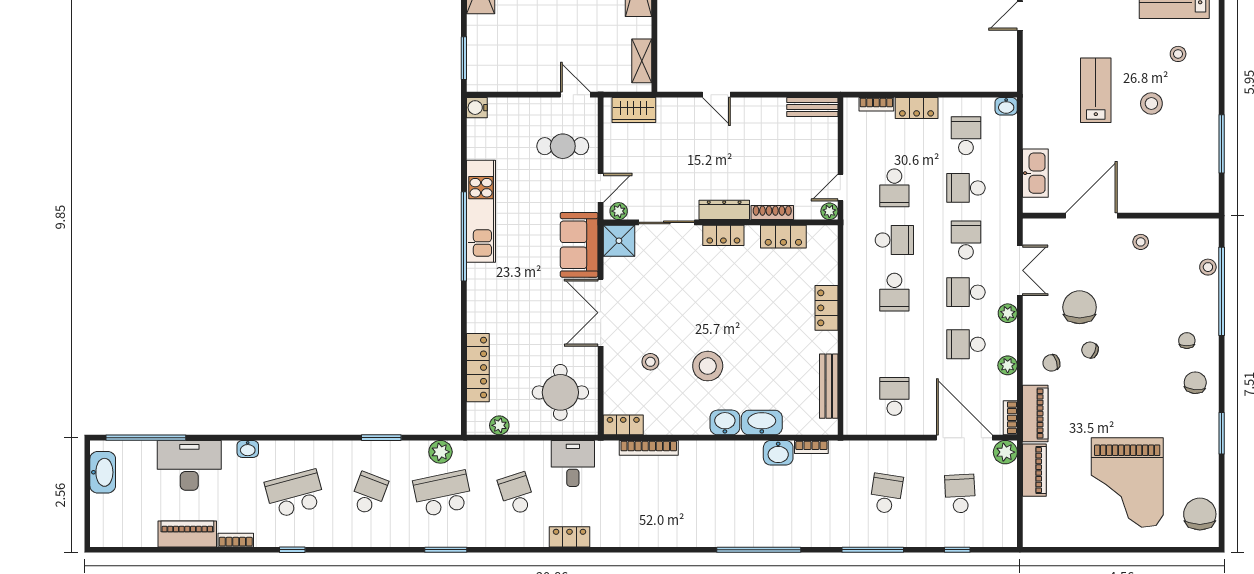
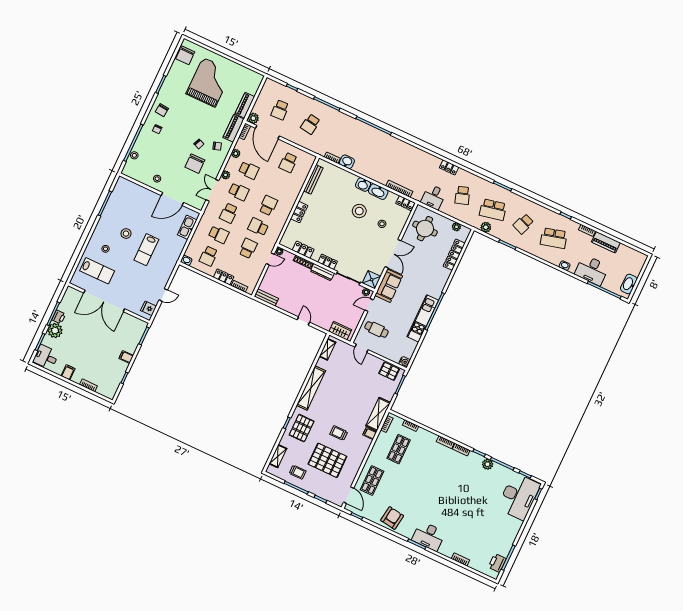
pallet: (499, 75) -> (389, 371), added
washbasin: (762, 423) -> (378, 192), moved

